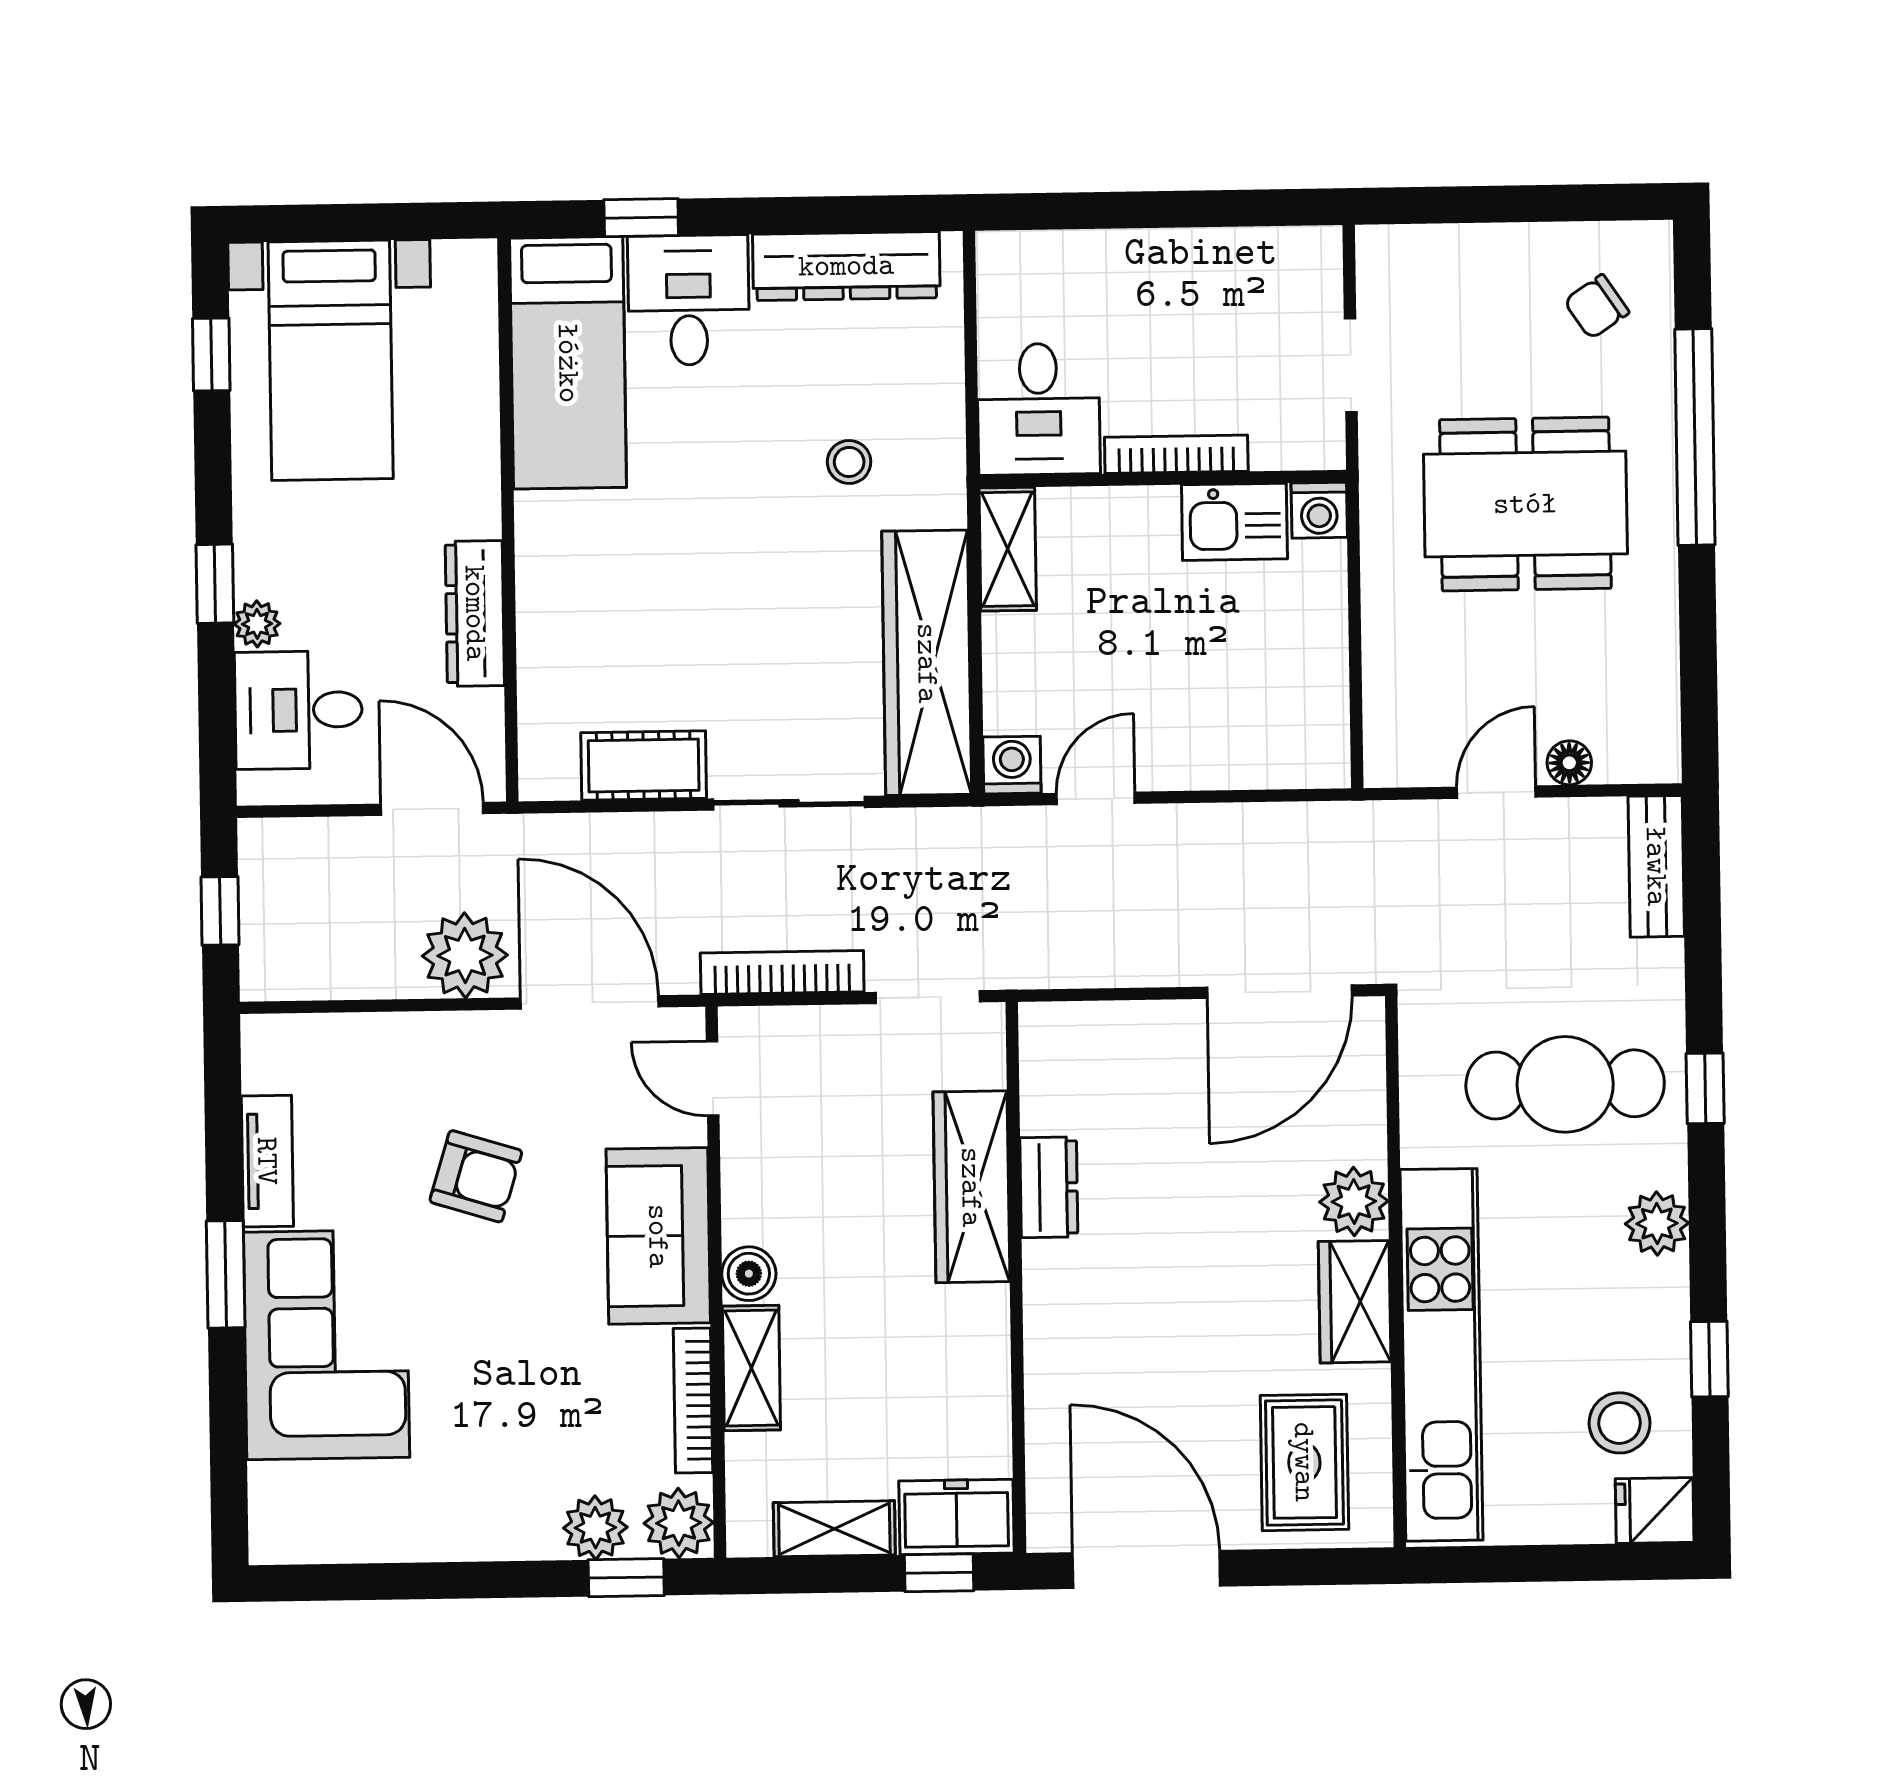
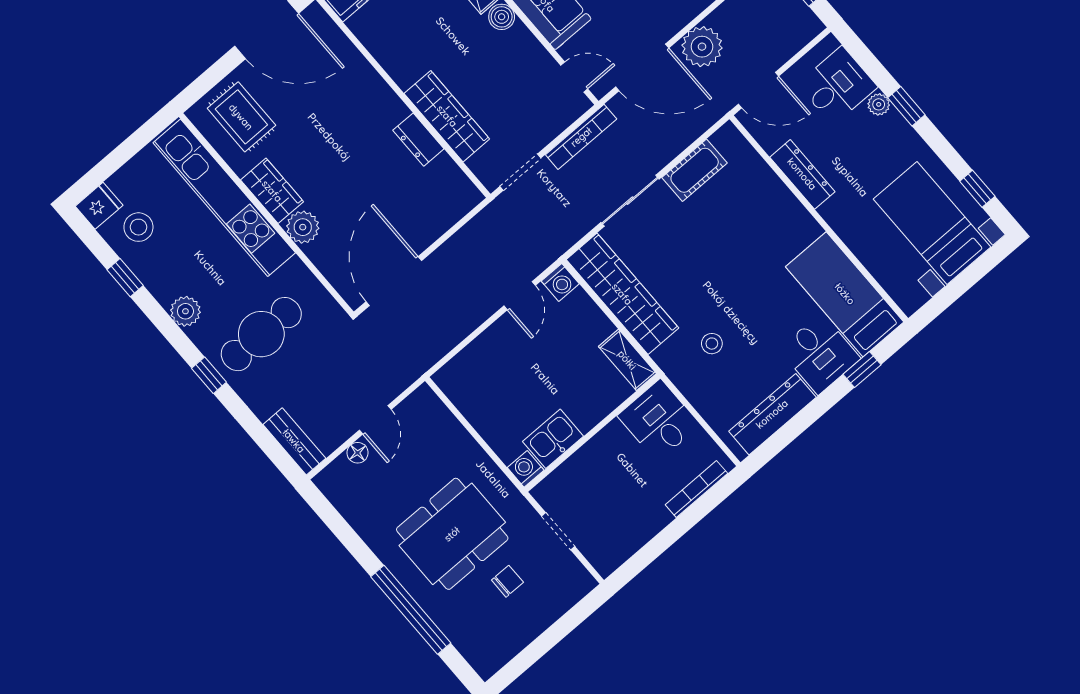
chair: (1597, 307) -> (507, 581), moved, turned 34
bookcase: (1176, 454) -> (696, 489), moved, turned 180

